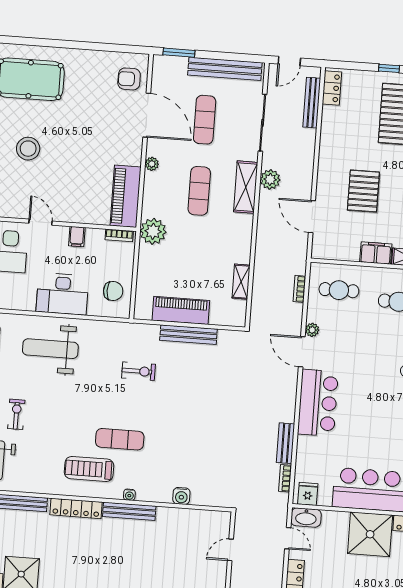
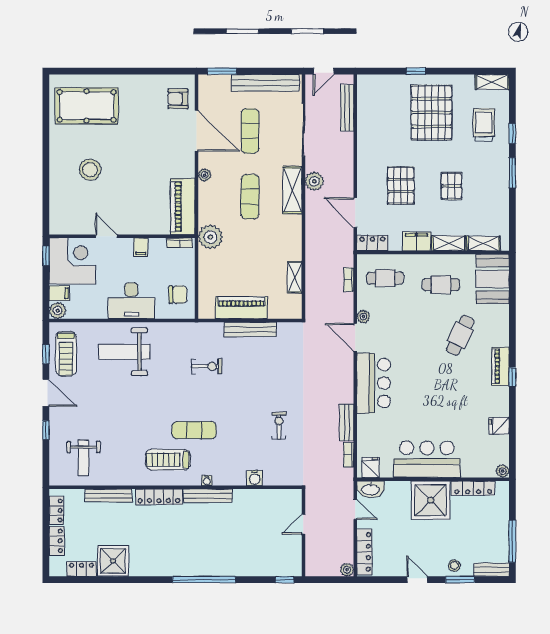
locker: (332, 88) -> (372, 243), moved, turned -90
exercise bike: (16, 414) -> (279, 426), moved

